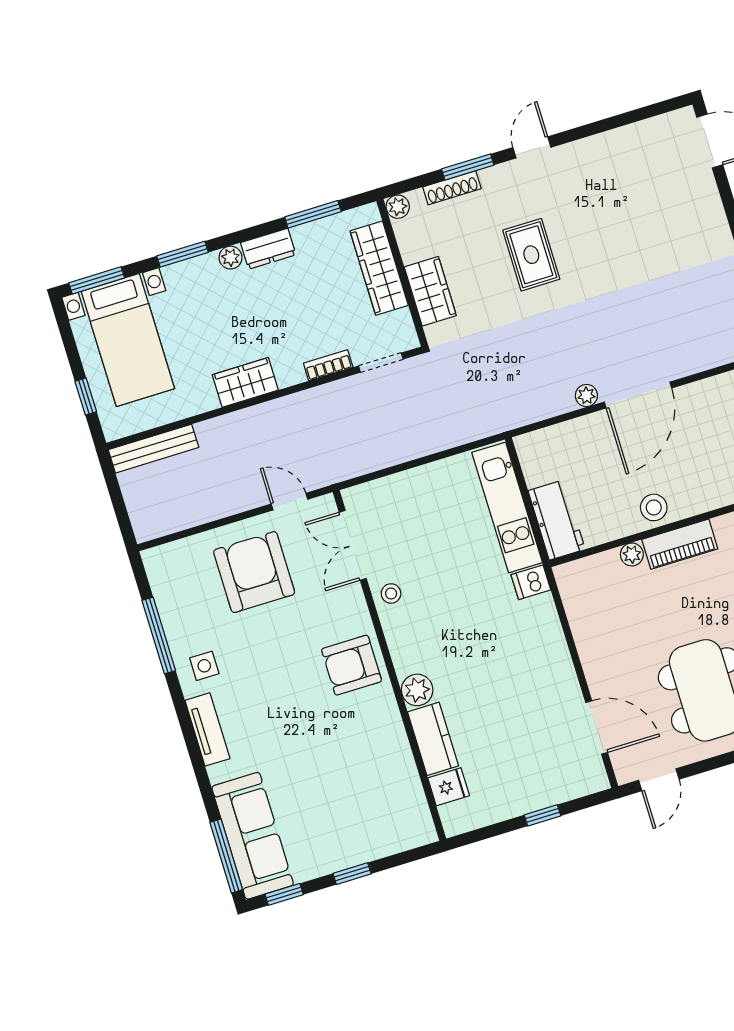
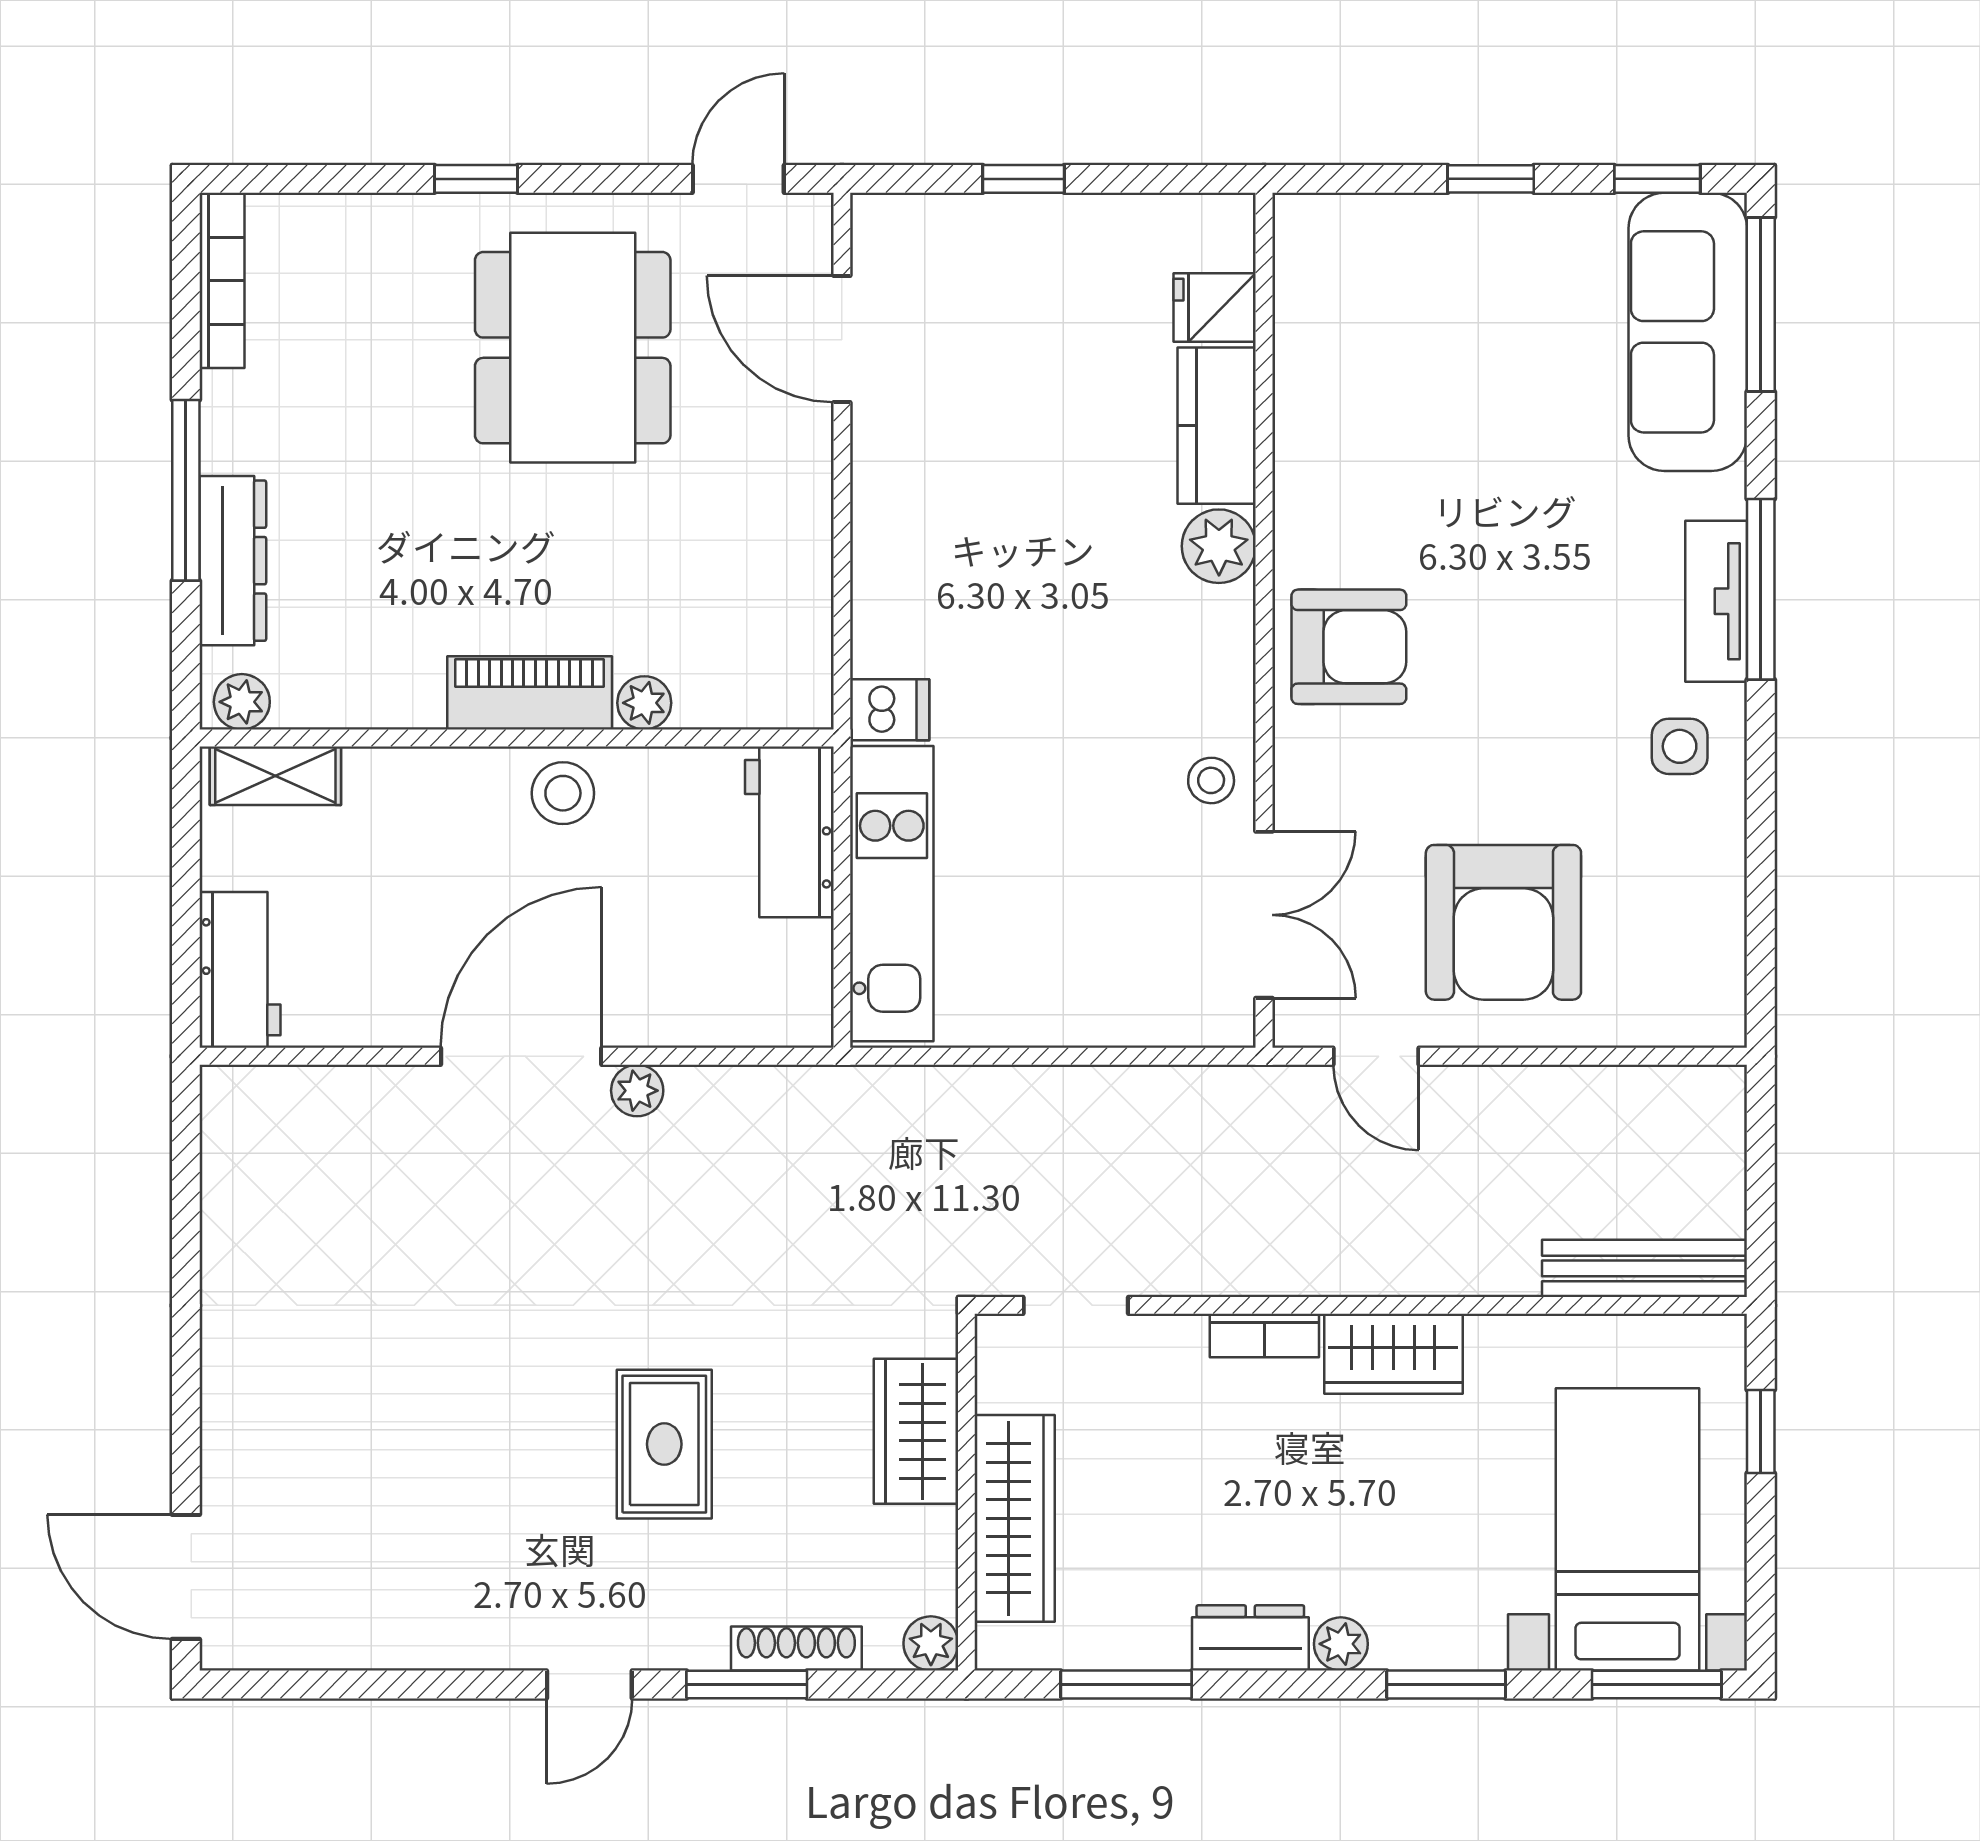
bookcase: (328, 365) -> (1264, 1335), moved
window: (159, 635) -> (1761, 589), moved

